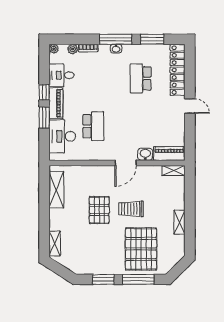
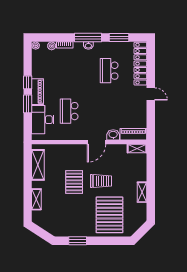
desk: (62, 75) -> (42, 68), removed
school desk: (93, 126) -> (69, 111), turned 180
trolley: (131, 209) -> (101, 181), turned 180
shelving: (55, 243) -> (36, 199), moved
window: (138, 279) -> (107, 241), removed

